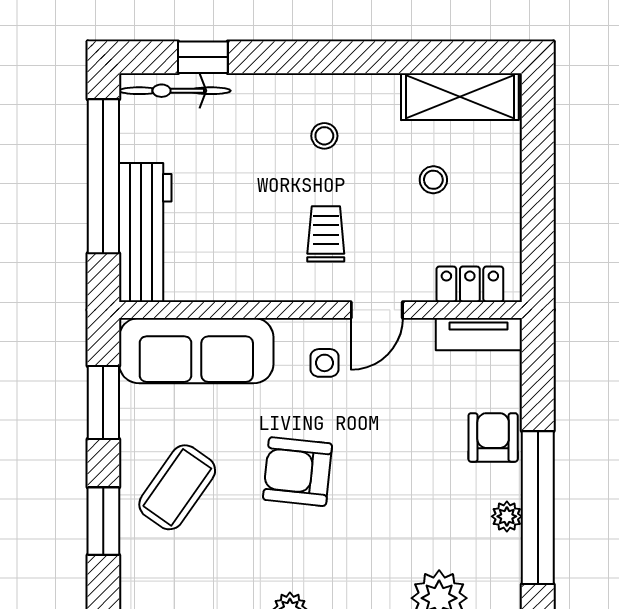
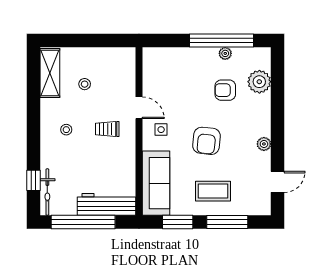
locker: (470, 284) -> (128, 69), removed
tv unit: (478, 334) -> (149, 65), removed
armchair: (493, 437) -> (225, 90), moved
coffee table: (177, 487) -> (213, 191), turned -35
window: (103, 521) -> (227, 222), width x1.44

